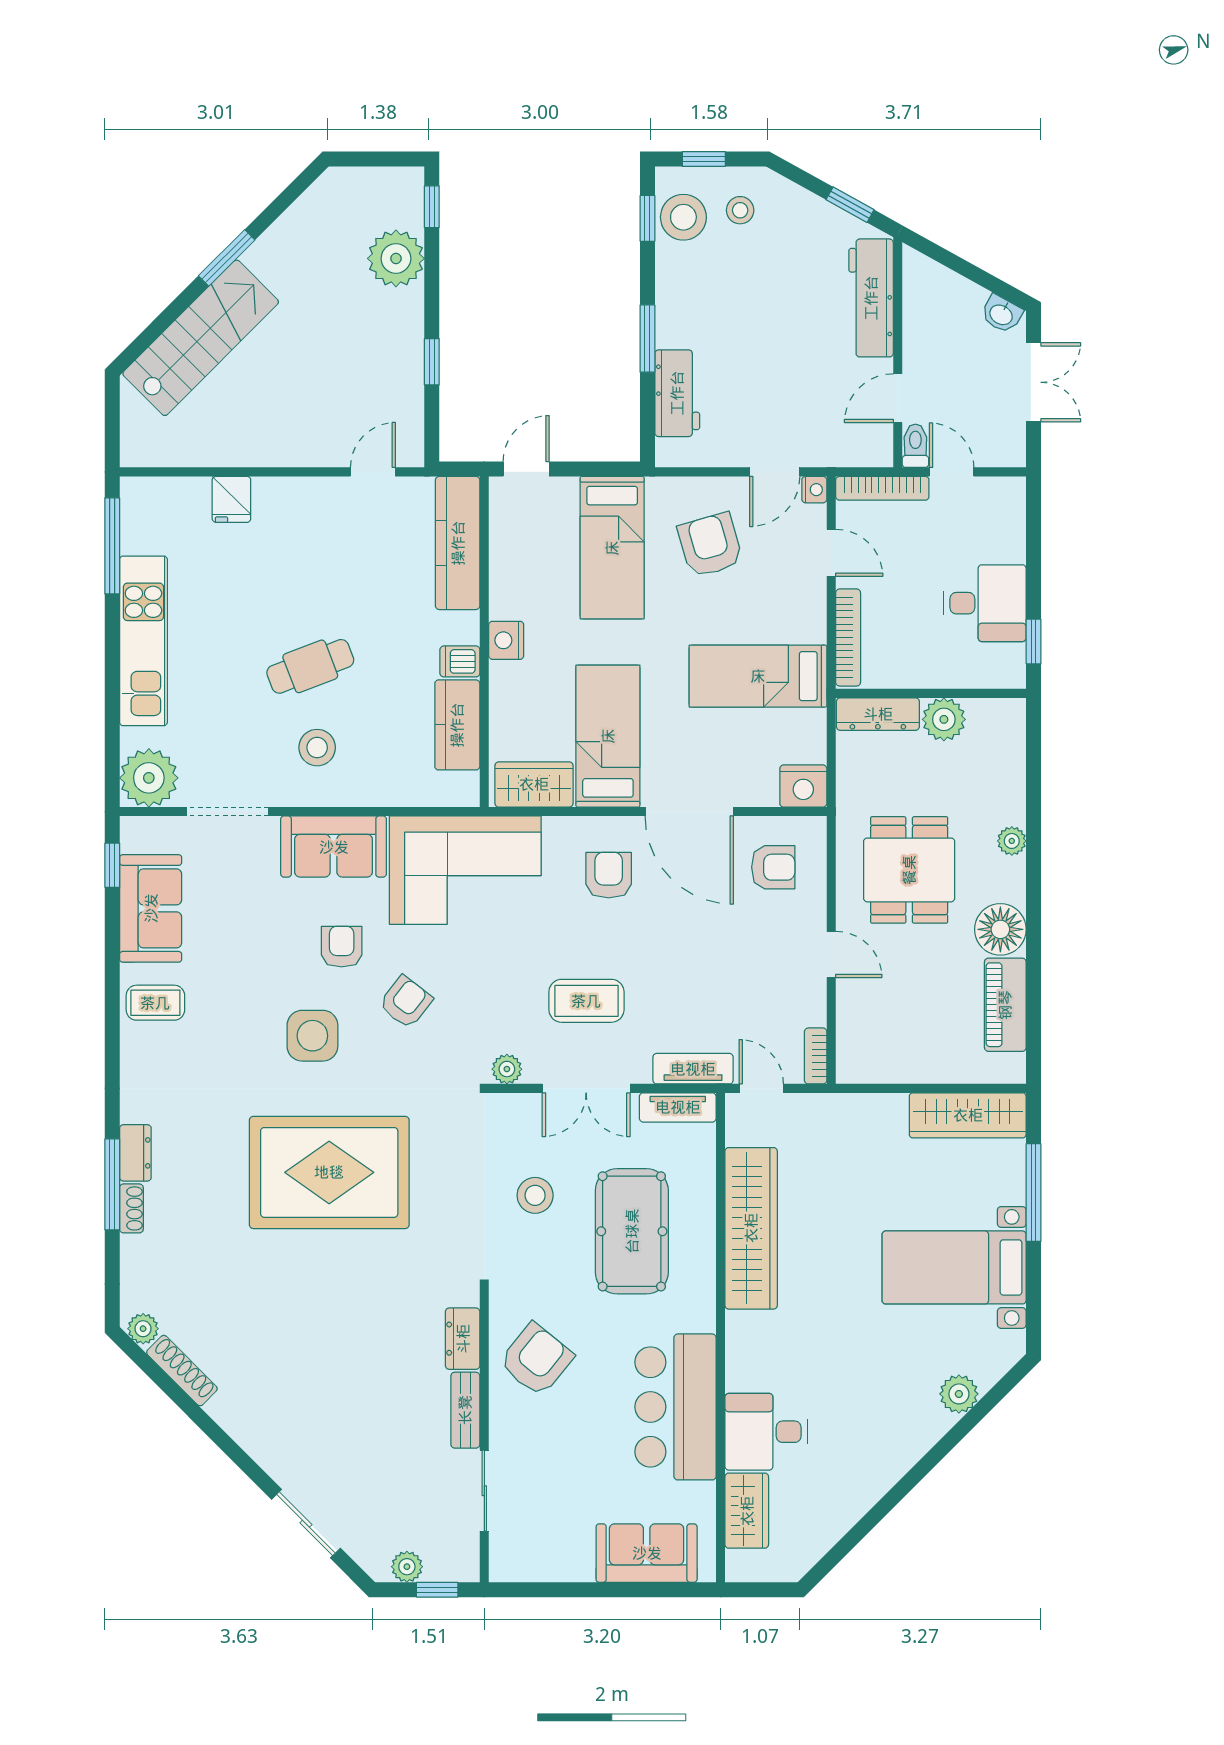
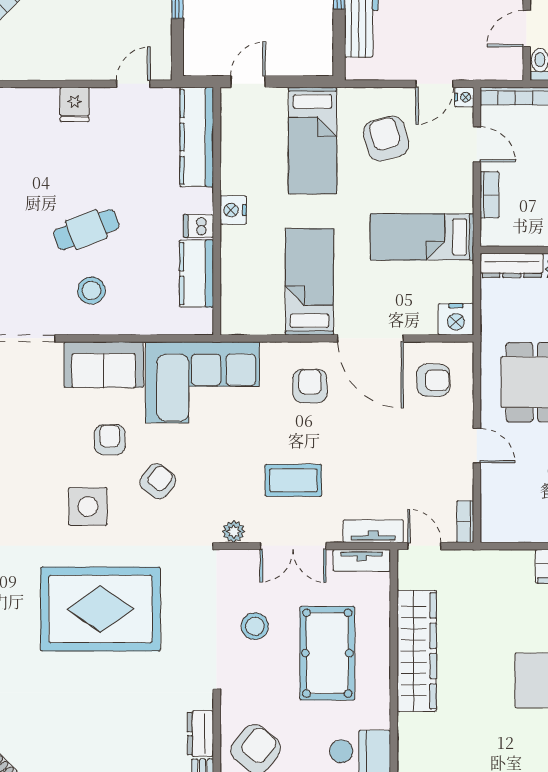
fridge: (231, 499) -> (75, 104), moved
bookcase: (848, 638) -> (489, 195), width x0.64
wardrobe: (534, 784) -> (254, 318), removed

